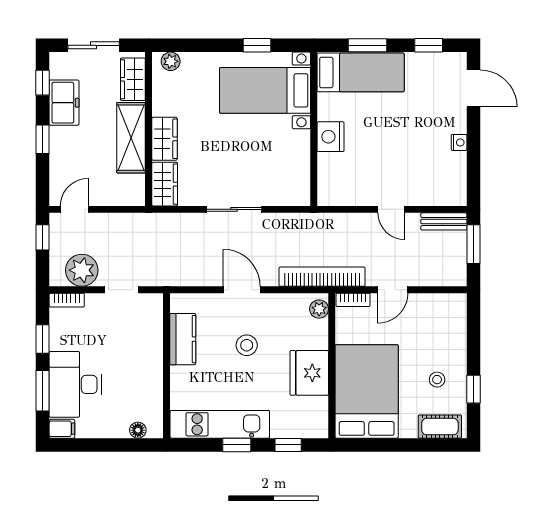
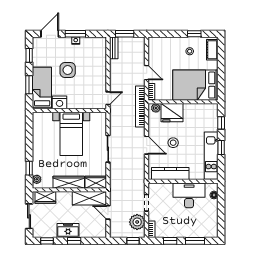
window: (257, 45) -> (29, 168), moved
bed with nightstands: (265, 90) -> (71, 134), moved
freezer: (64, 103) -> (68, 231), moved
side table: (398, 126) -> (68, 70), added
nightstand: (331, 137) -> (60, 102), moved
shelving: (131, 138) -> (89, 198), moved
wardrobe: (164, 139) -> (69, 182), width x1.50
window: (473, 142) -> (75, 34), added
door: (74, 209) -> (108, 212), moved
door: (391, 209) -> (108, 98), moved
window: (43, 237) -> (133, 241), moved
door: (242, 290) -> (147, 145), swing flipped
kitchen counter: (183, 339) -> (170, 173), width x1.50
fridge: (309, 373) -> (172, 113), moved
desk: (75, 384) -> (189, 195), moved, turned 180
filing cabinet: (62, 429) -> (213, 232), removed

